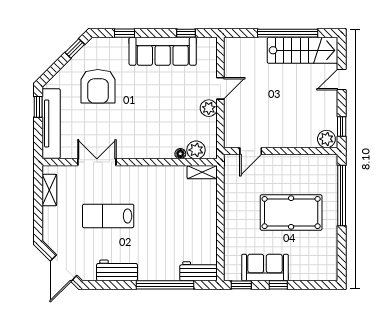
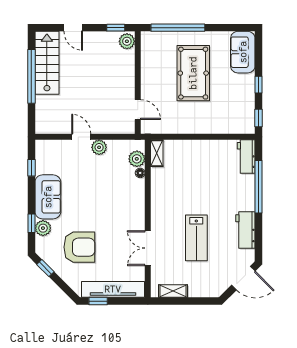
plant: (119, 46) -> (43, 228), added
sofa: (163, 51) -> (48, 197), width x0.73
sofa: (265, 268) -> (243, 52), moved

